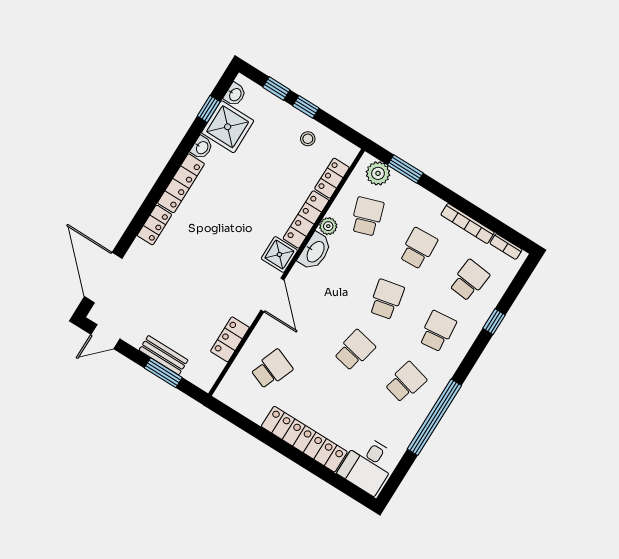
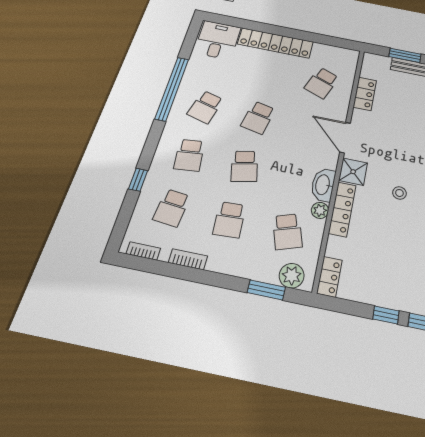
stool: (308, 139) -> (399, 193), moved
locker: (332, 178) -> (329, 277), moved
bookcase: (468, 224) -> (188, 259), width x0.64

